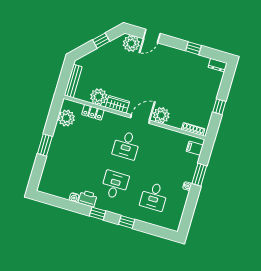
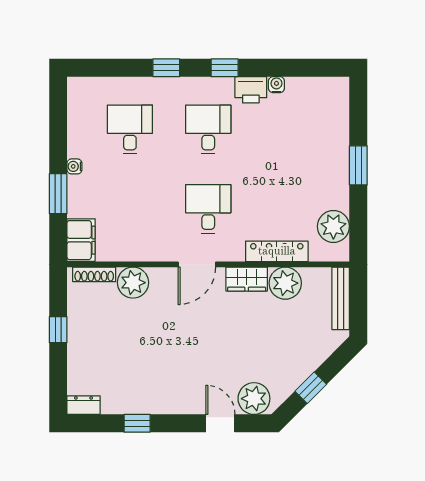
door: (152, 36) -> (220, 423), hinge flipped
locker: (93, 112) -> (277, 251), width x1.53
plant: (161, 115) -> (133, 283), moved
filing cabinet: (195, 148) -> (81, 240), width x2.00
desk: (115, 185) -> (208, 129), turned 180

